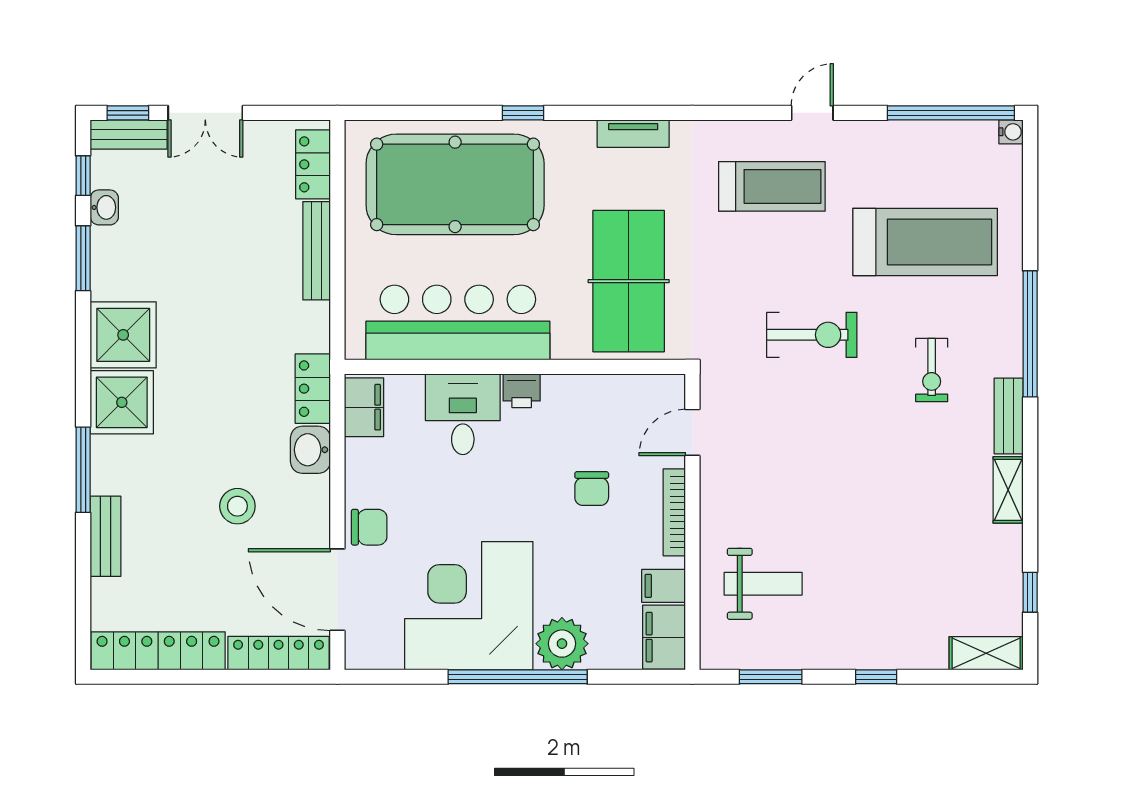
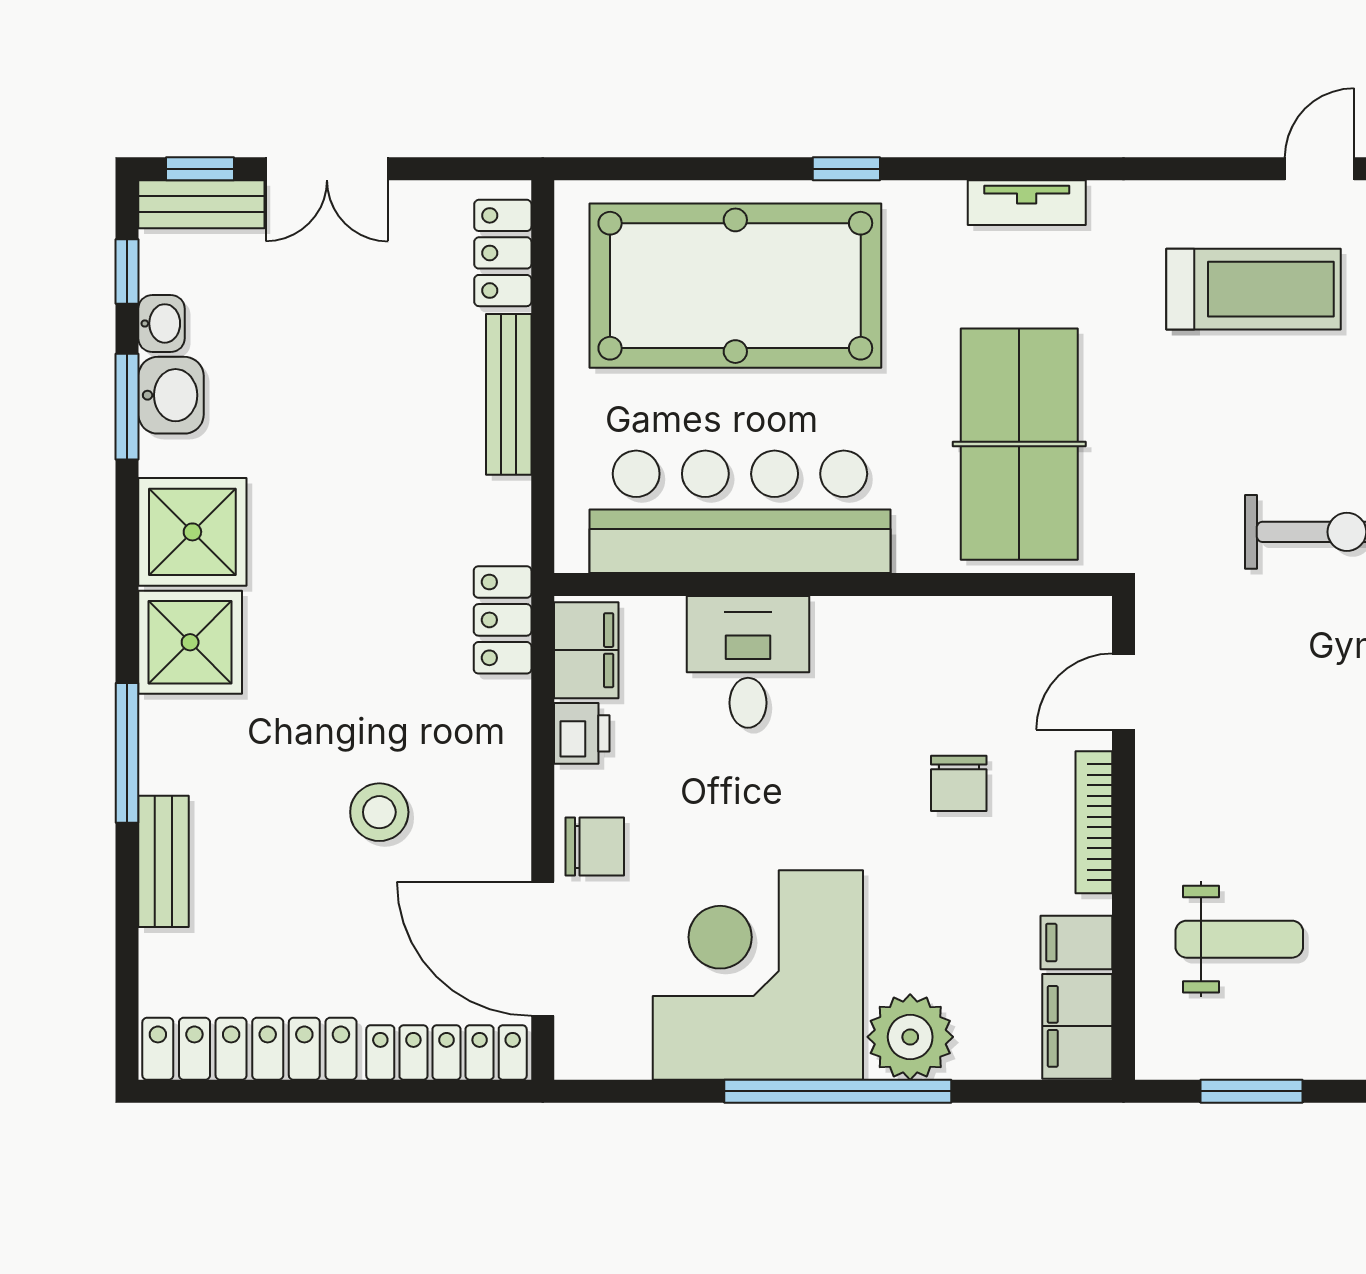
printer: (522, 391) -> (582, 733), moved, turned -90
washbasin: (310, 450) -> (171, 395), moved, turned 180

